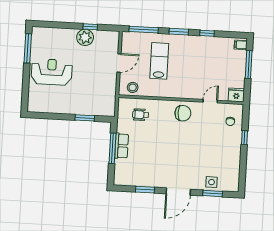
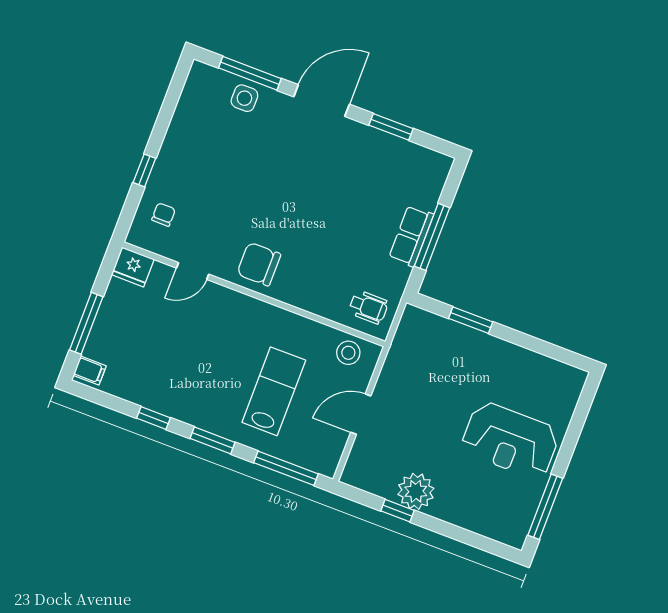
lab bench: (159, 61) -> (274, 391), turned 180
wheelchair: (141, 115) -> (369, 307), moved
window: (213, 193) -> (250, 73), width x1.44

